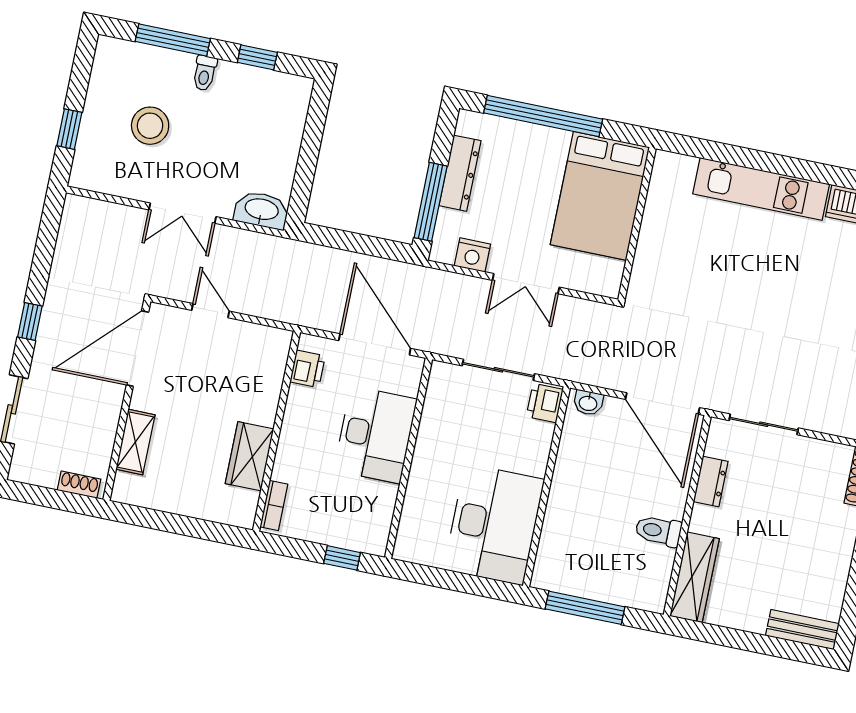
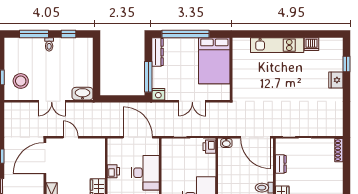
stool: (150, 126) -> (21, 81), moved
dresser: (460, 173) -> (158, 52), moved
nightstand: (472, 255) -> (158, 94), moved
printer: (307, 369) -> (113, 171), moved

